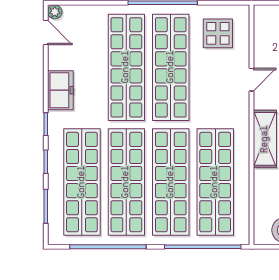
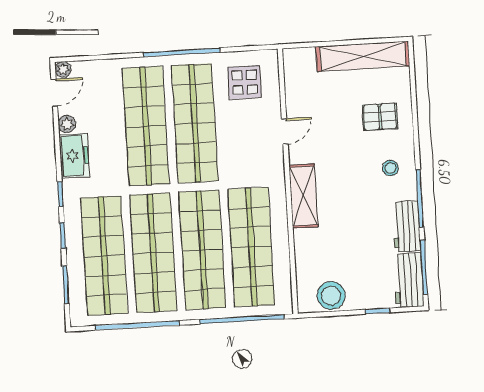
door: (46, 32) -> (54, 93), hinge flipped
plant: (55, 61) -> (67, 124), added

